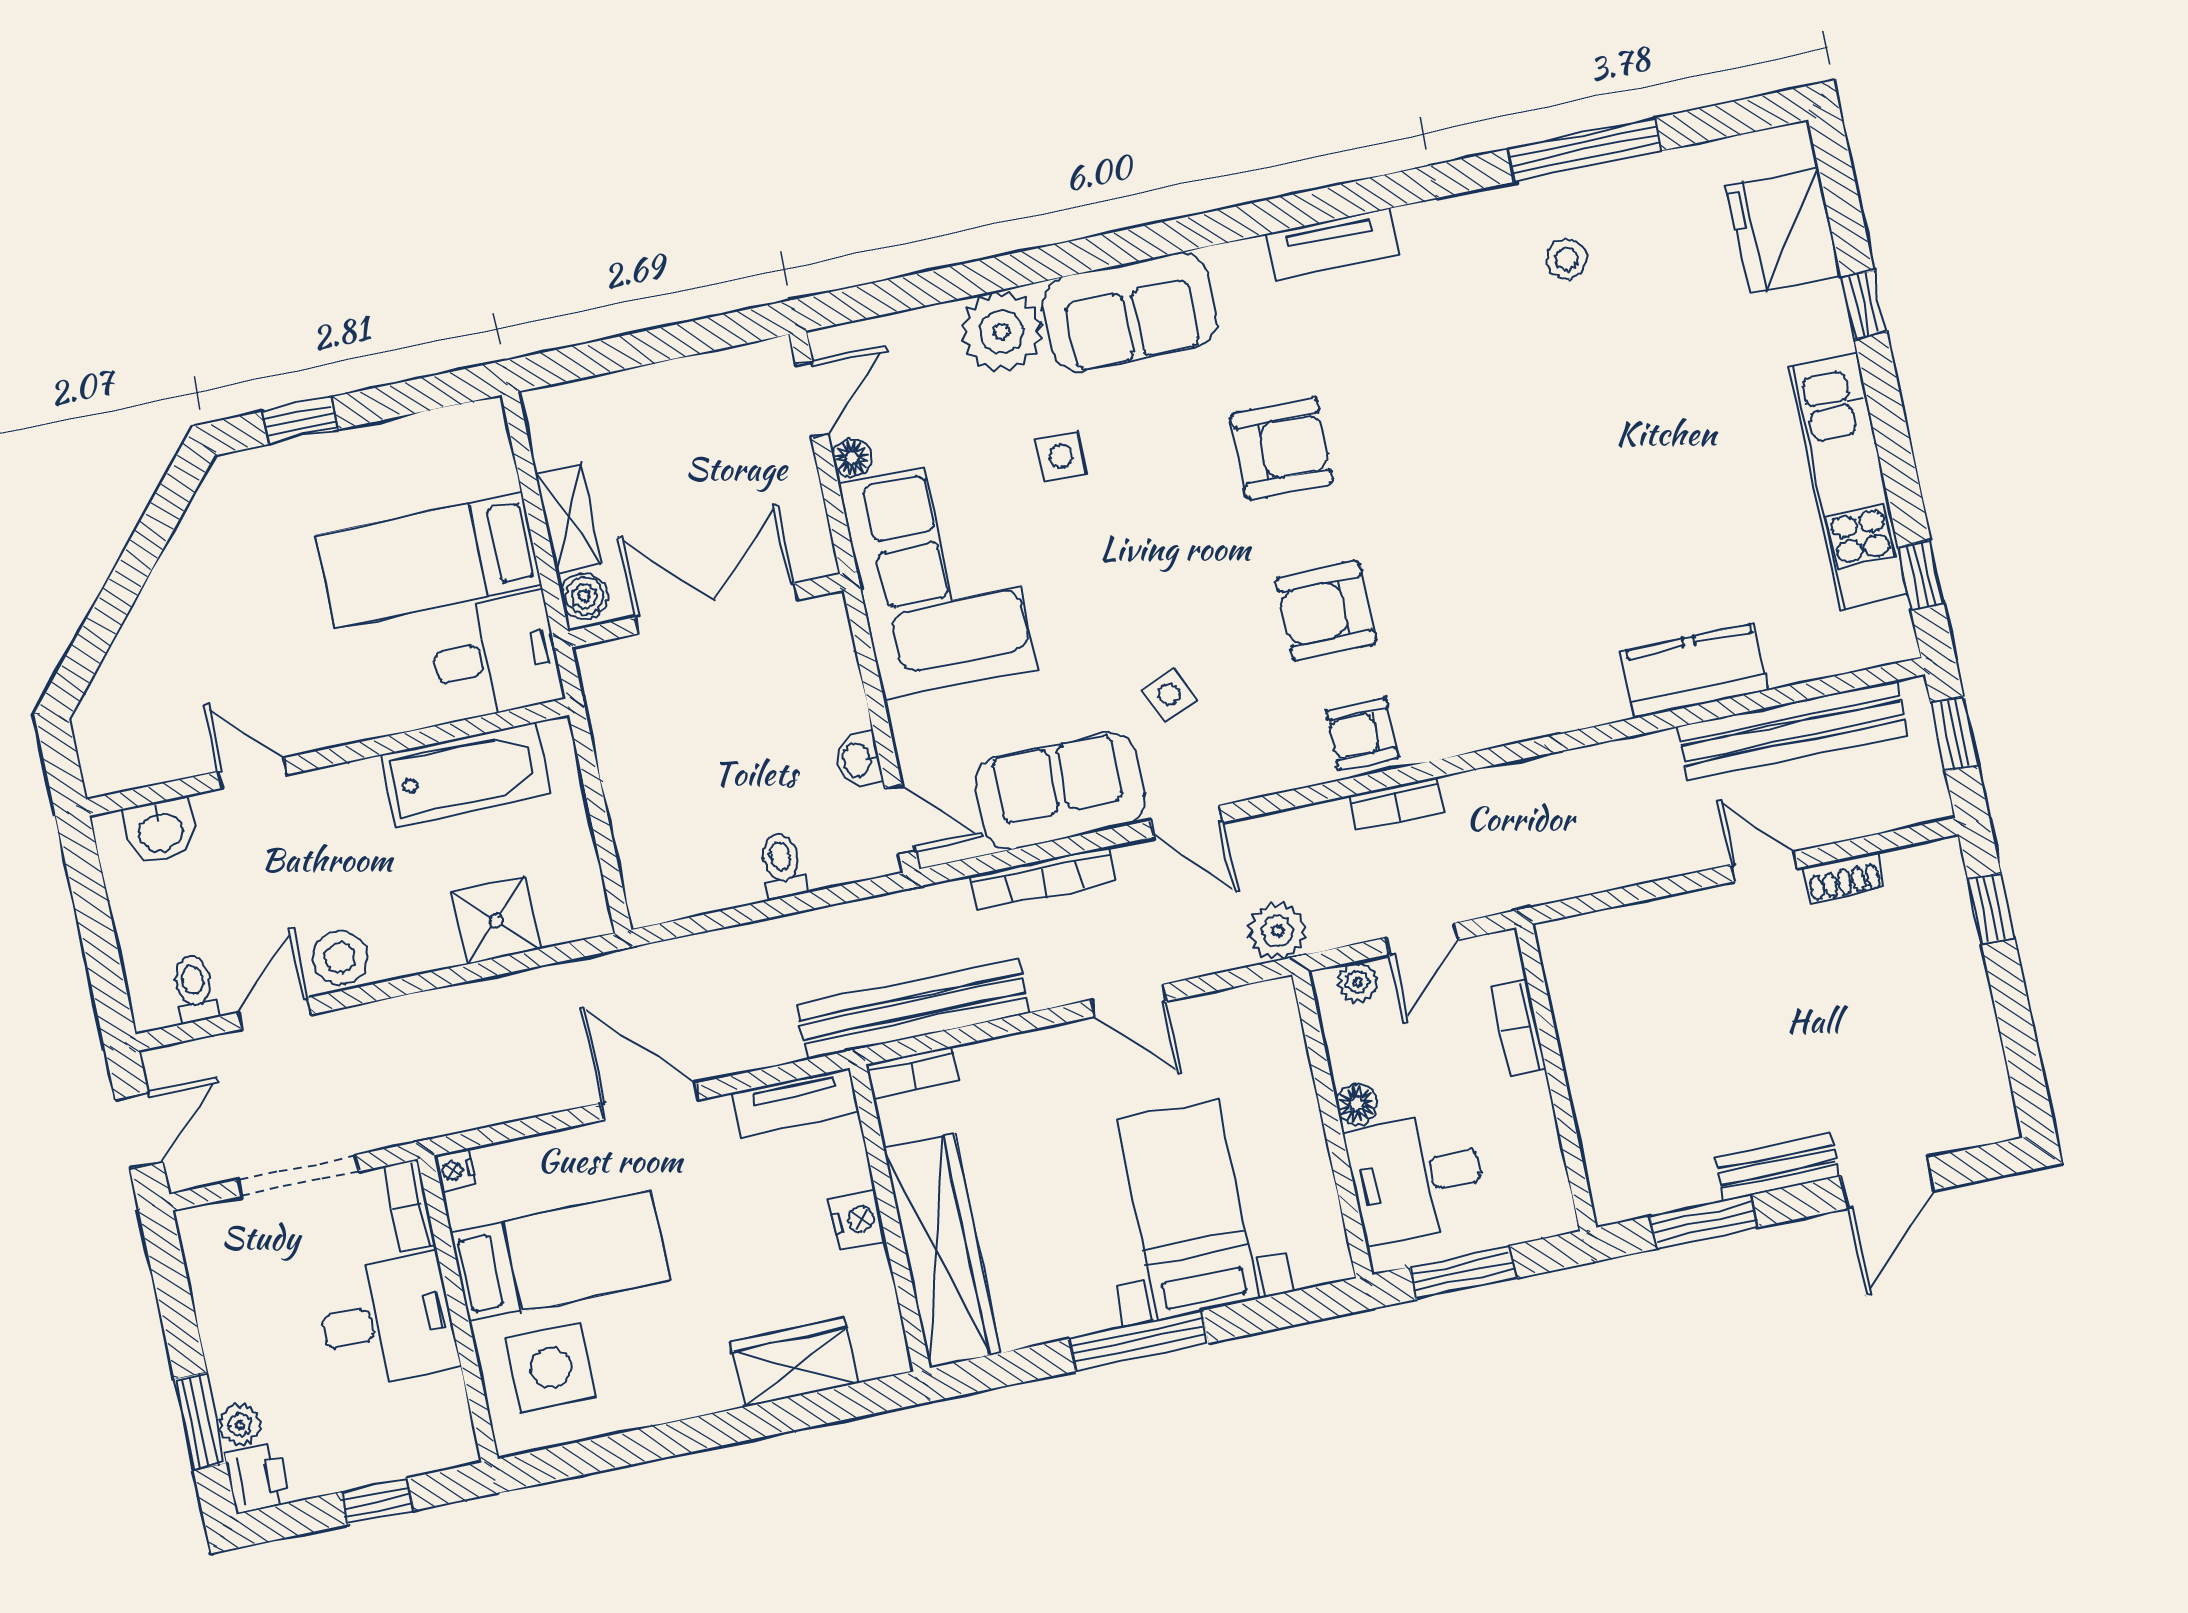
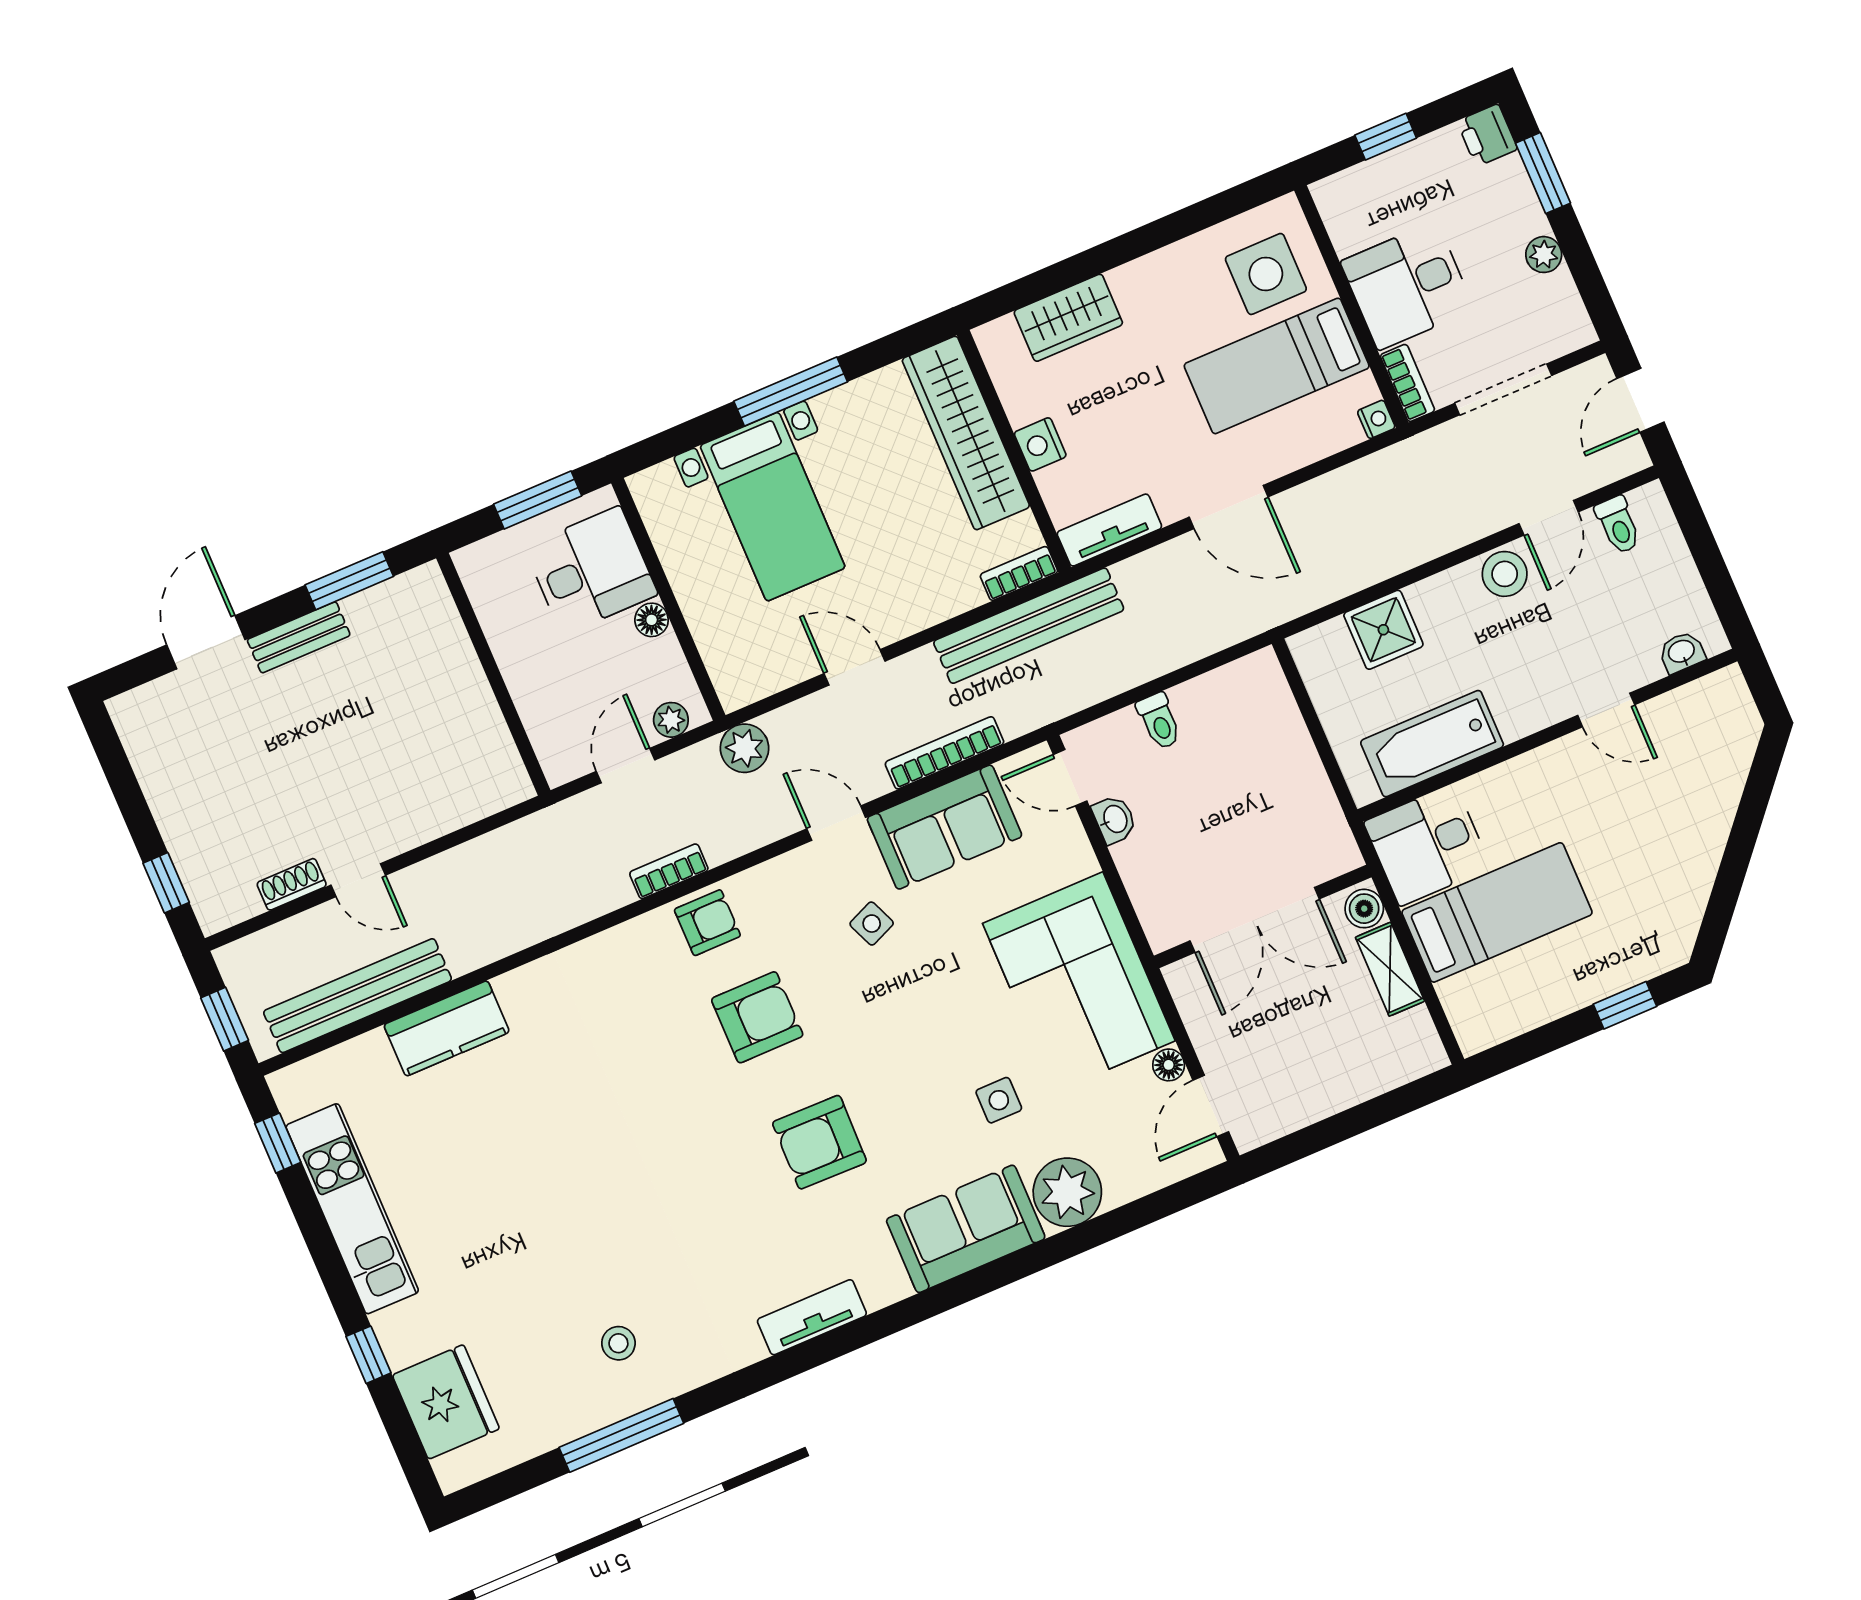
washbasin: (161, 830) -> (1682, 652), width x0.72, depth x0.69
bookcase: (1519, 1028) -> (532, 709), removed
plant: (240, 1425) -> (1544, 255), moved

